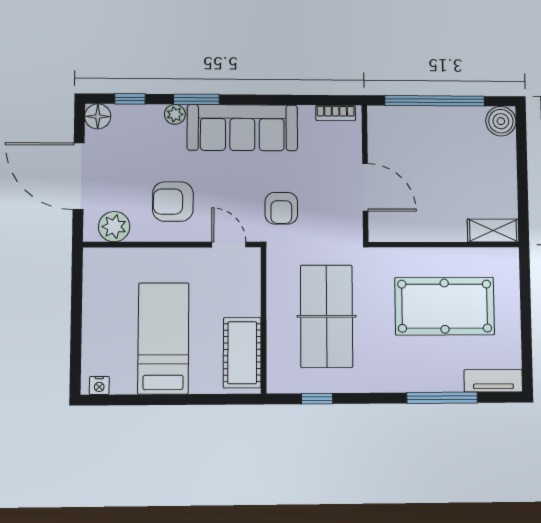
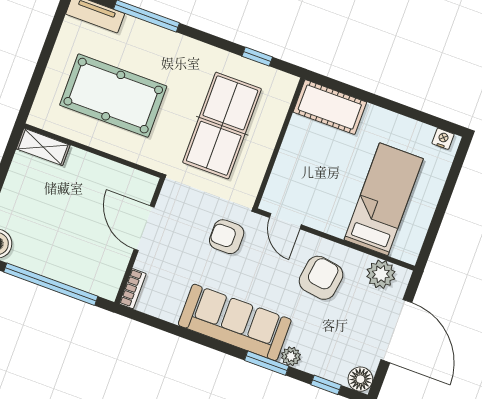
bookcase: (336, 113) -> (133, 289), moved, turned 90
armchair: (173, 202) -> (321, 278), turned -82
armchair: (281, 208) -> (227, 237), turned -90
bed: (163, 338) -> (384, 199), moved, turned 180
cot: (242, 353) -> (330, 107), moved, turned 90

